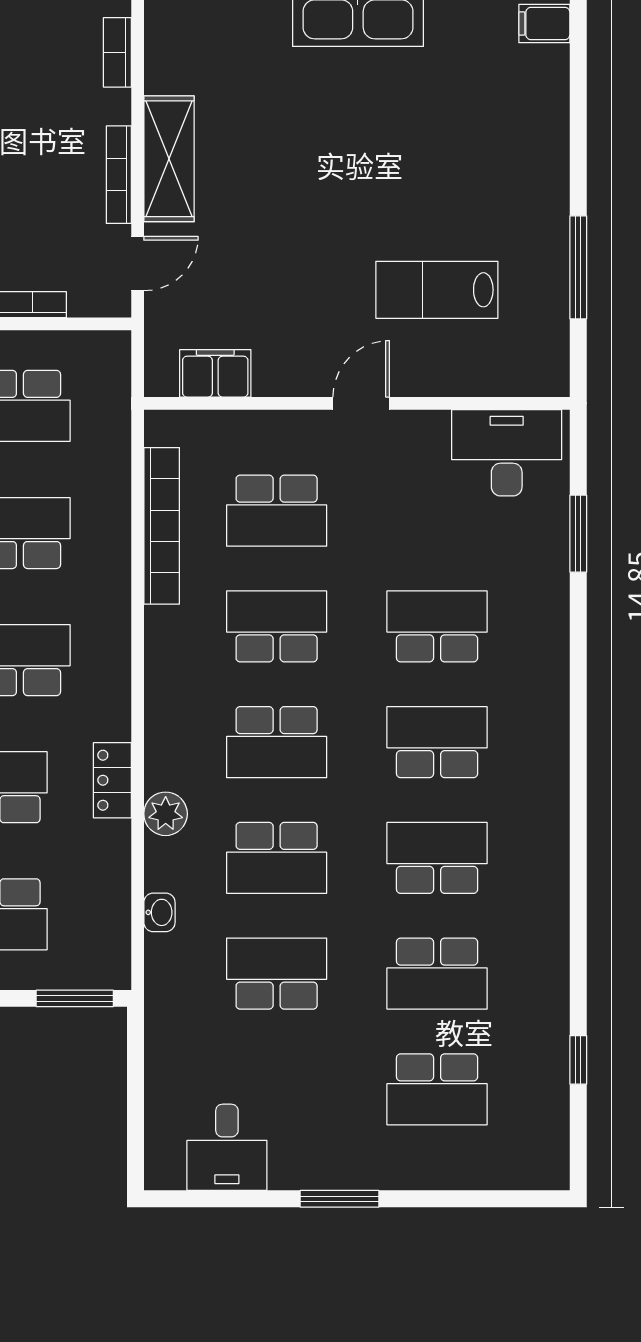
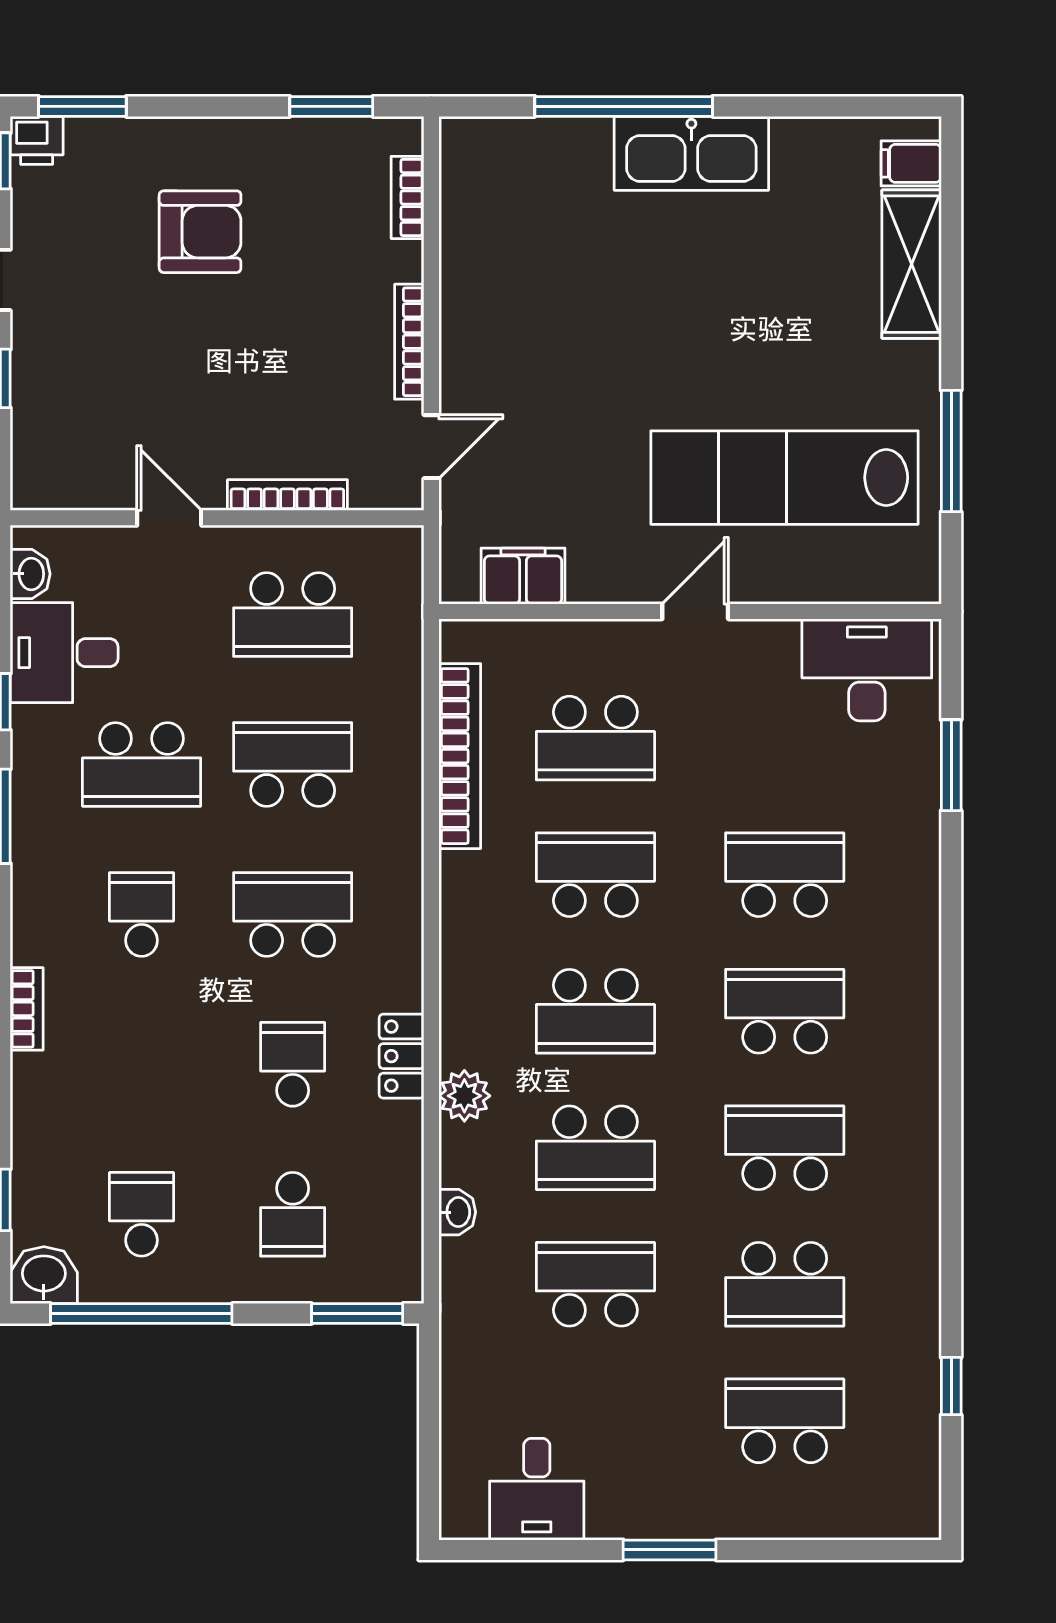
shelving: (169, 159) -> (912, 264), moved
lab bench: (437, 290) -> (784, 478), width x1.86, depth x1.39
school desk: (437, 1089) -> (785, 1421), turned 180

